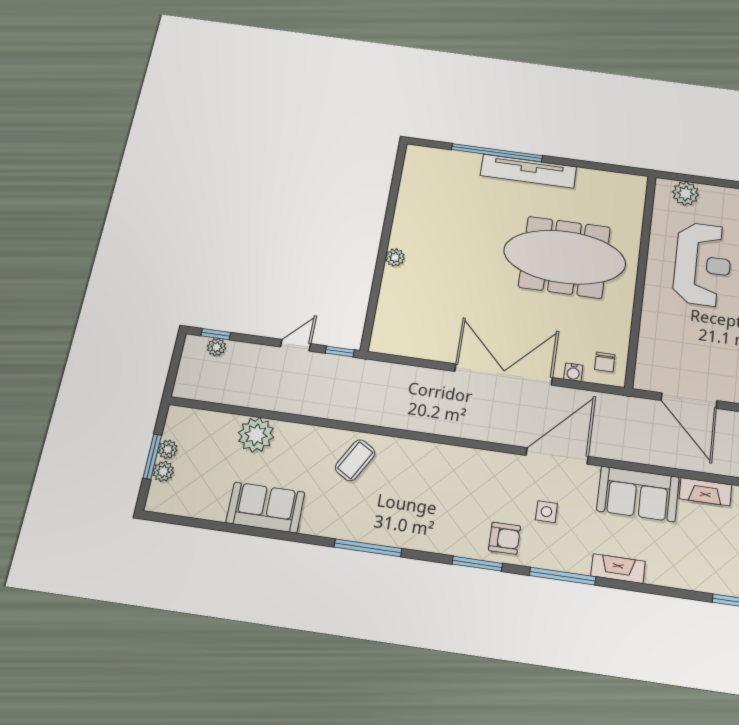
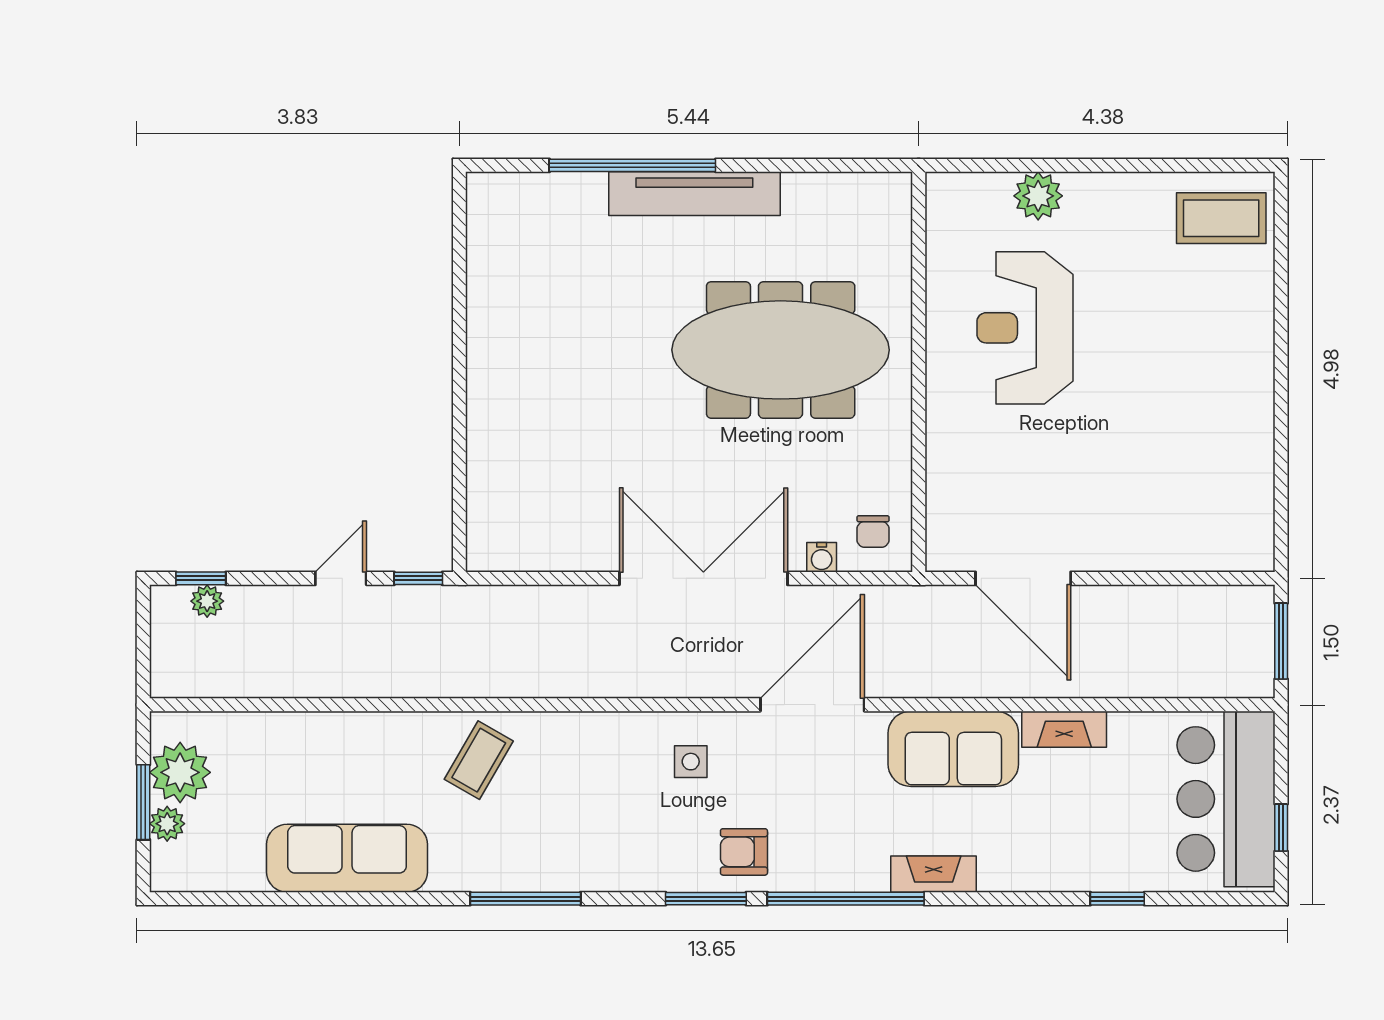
plant: (686, 193) -> (1038, 196), moved
plant: (395, 257) -> (483, 394), removed
reception desk: (703, 264) -> (1025, 328), turned 180
plant: (256, 435) -> (306, 742), removed
plant: (168, 449) -> (180, 772), width x1.88, depth x1.88
sofa: (265, 507) -> (347, 858), width x1.36
side table: (546, 512) -> (691, 762), moved
armchair: (504, 538) -> (744, 852), turned 180
window: (563, 576) -> (846, 899), width x1.46

